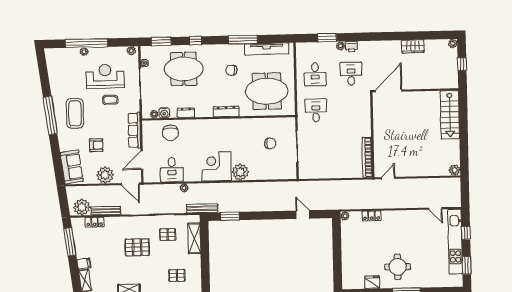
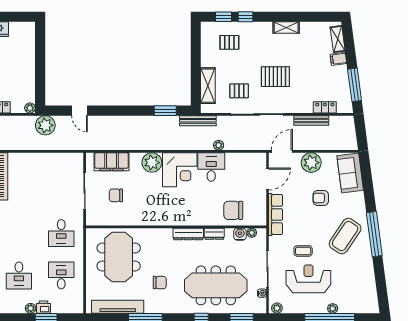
printer: (352, 47) -> (43, 307), moved
meeting table: (184, 69) -> (216, 285), width x1.36
reception desk: (105, 76) -> (308, 279), turned 180
meeting table: (267, 91) -> (119, 257), turned 90
dresser: (226, 112) -> (188, 234), moved
coffee table: (75, 113) -> (345, 236), turned 34
chair: (170, 133) -> (233, 210), turned -90
desk: (172, 170) -> (211, 167), moved
filing cabinet: (275, 172) -> (111, 162), added
door: (130, 184) -> (282, 151), hinge flipped
plant: (82, 207) -> (45, 125), moved

